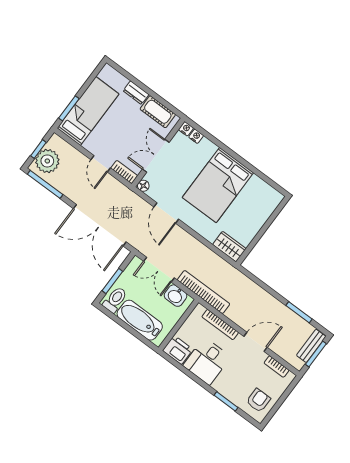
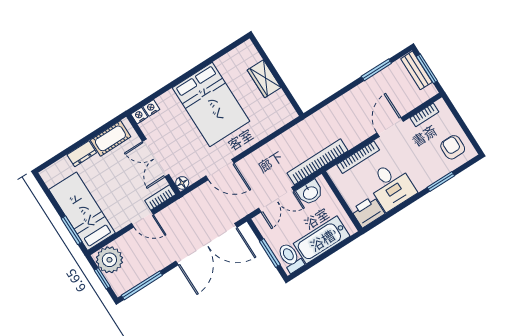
plant: (47, 161) -> (109, 260), moved
wardrobe: (229, 247) -> (264, 79), moved, turned -90

